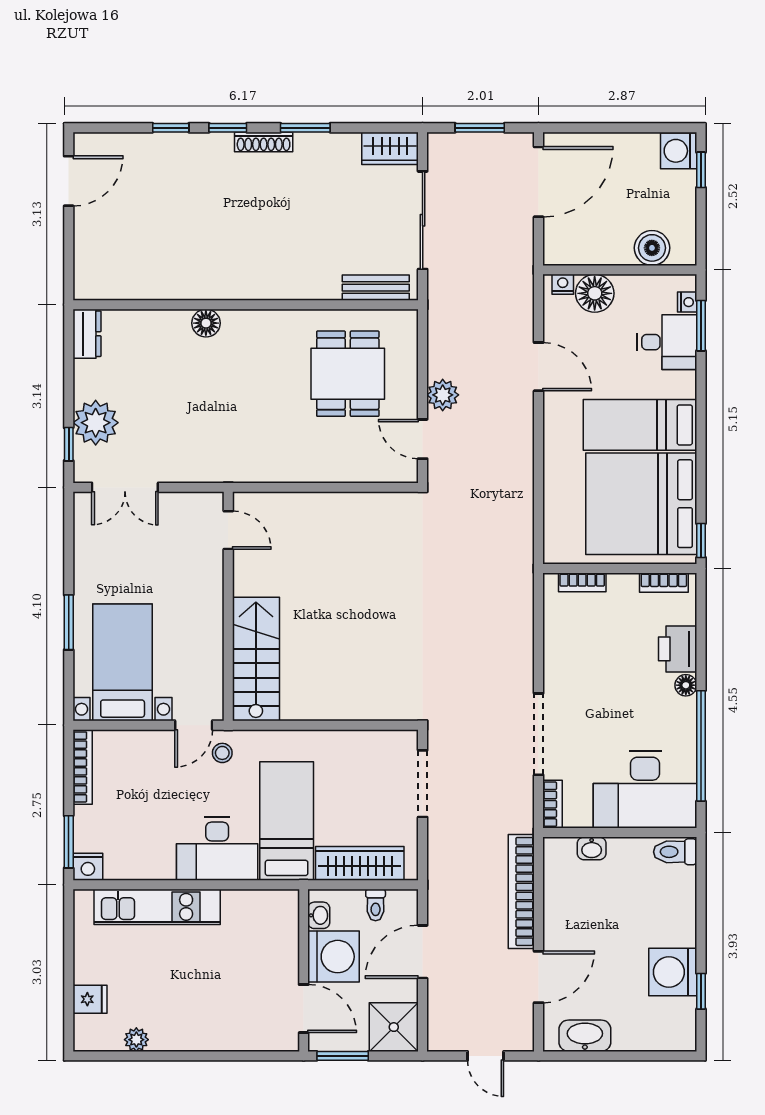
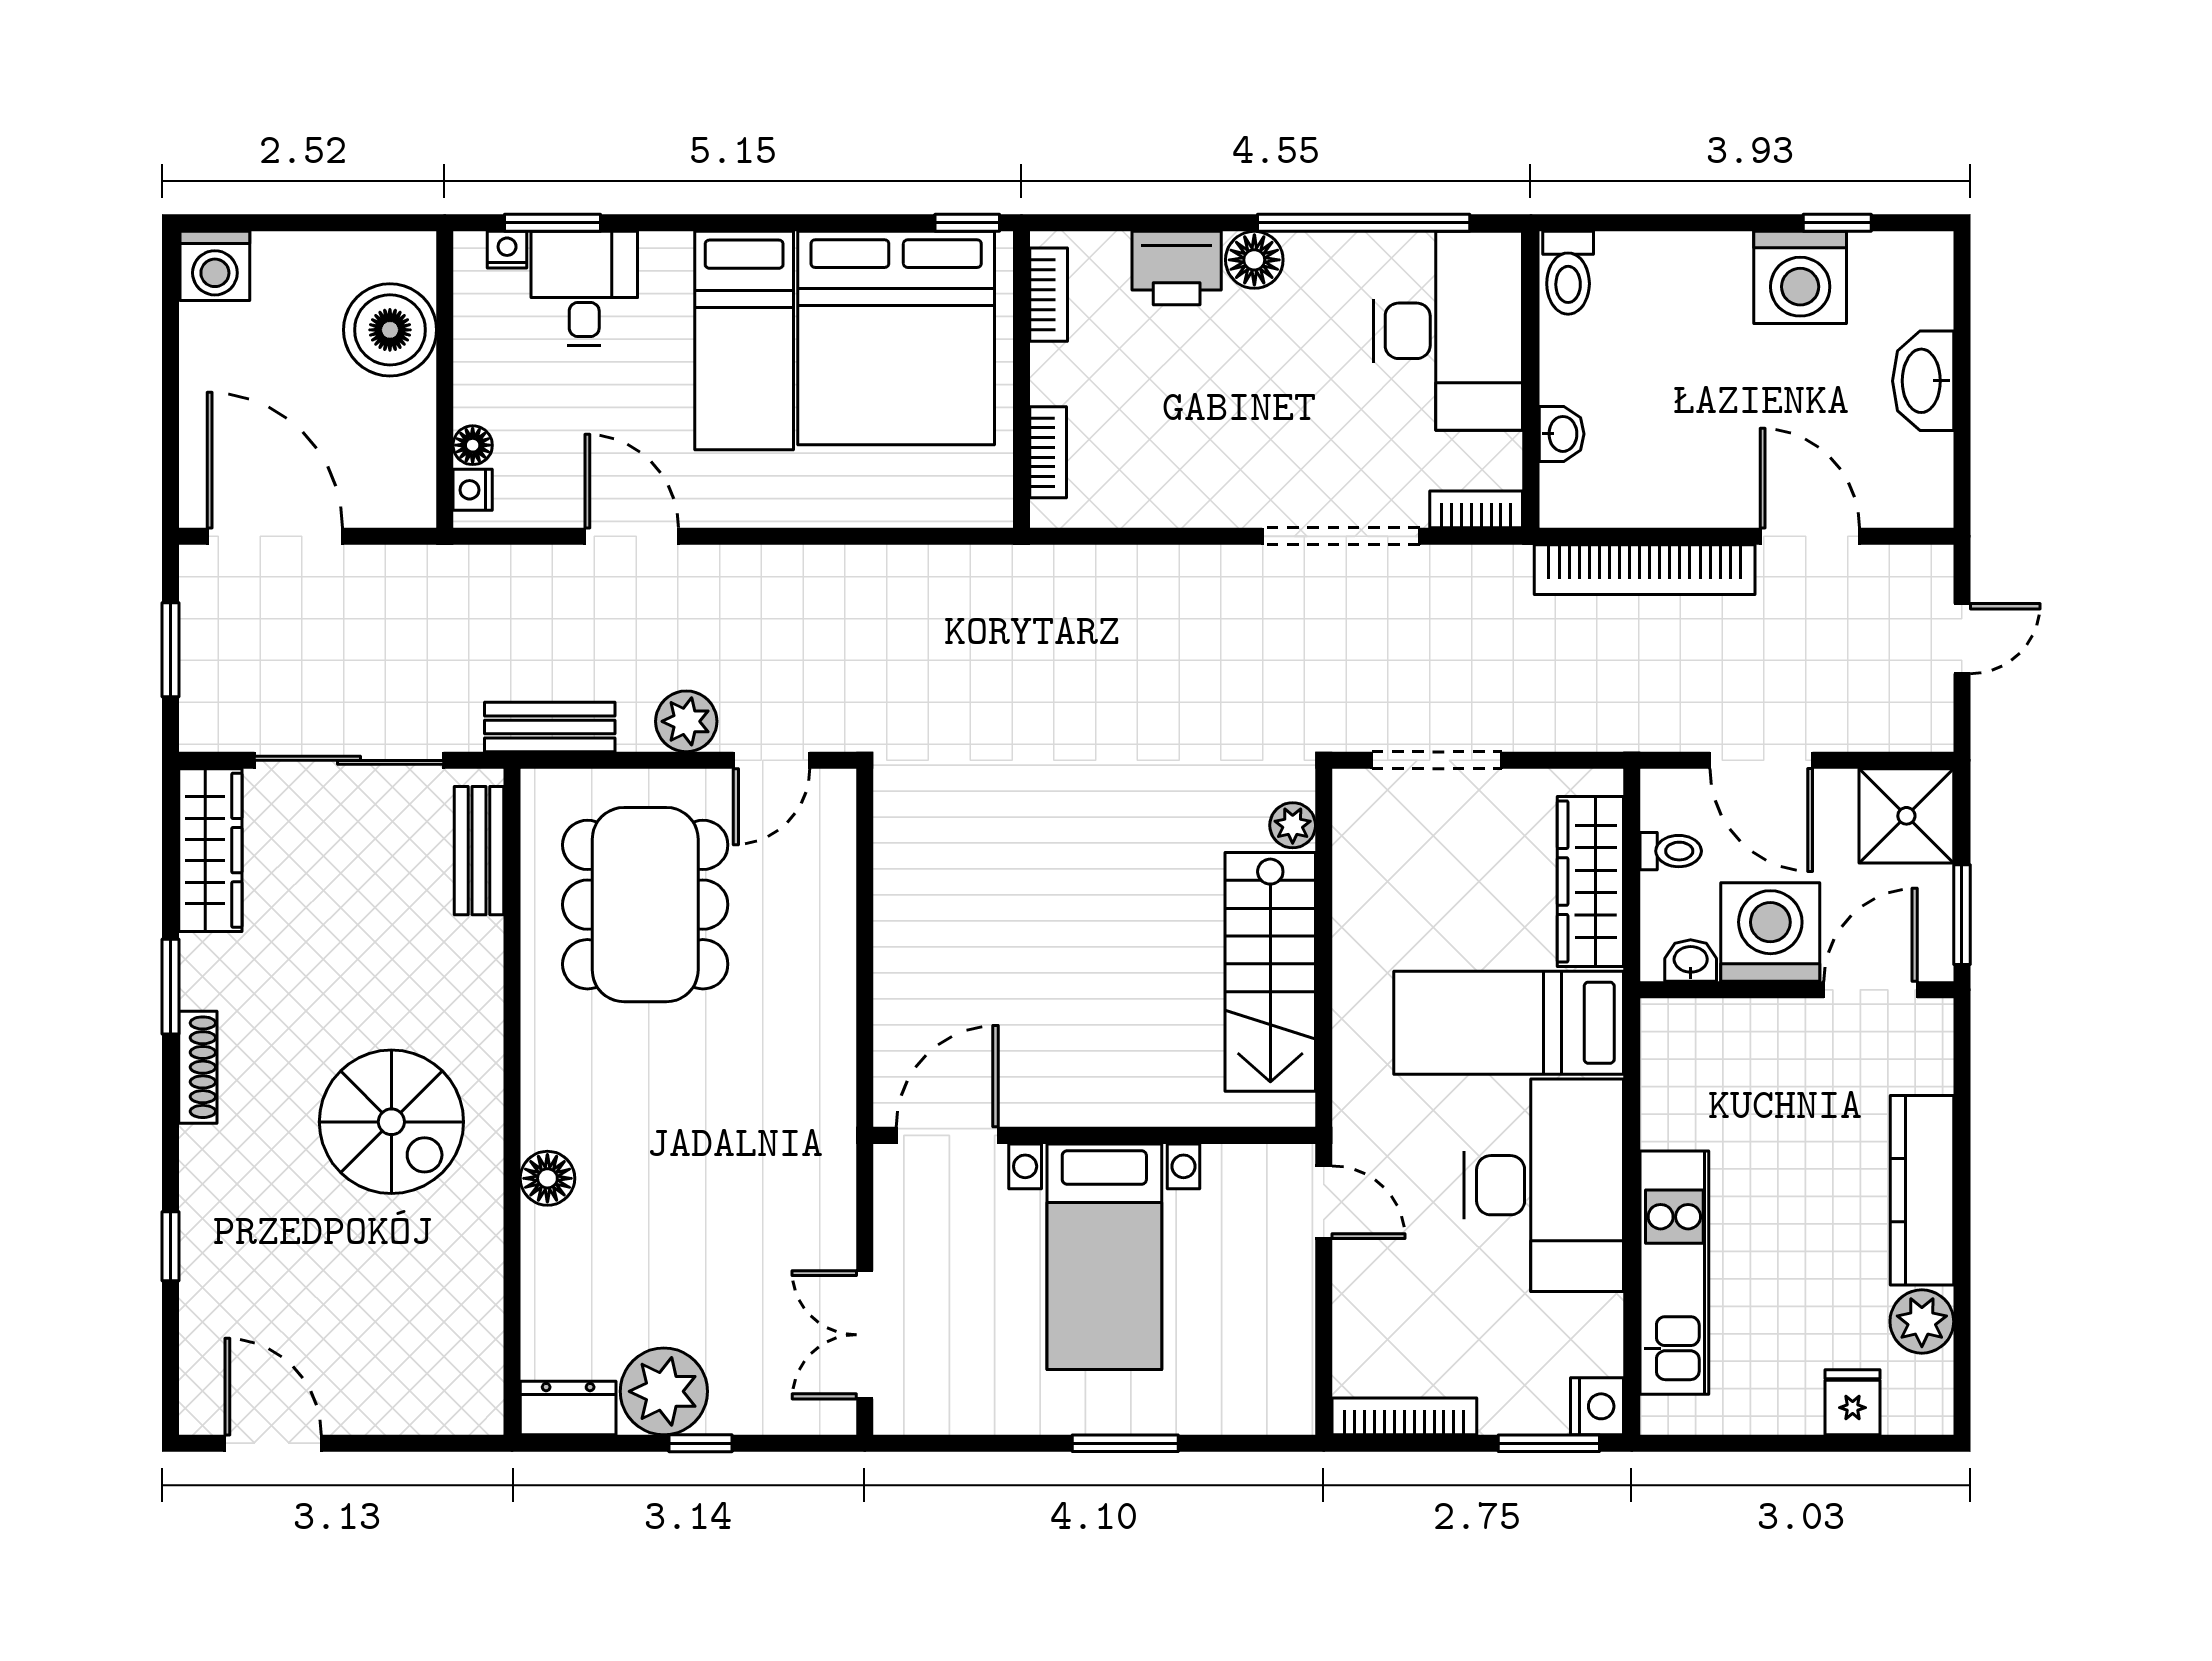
window: (228, 128) -> (170, 1136), removed
wardrobe: (390, 148) -> (210, 850), width x1.50
window: (701, 170) -> (252, 223), removed
spiral stairs: (235, 242) -> (391, 1122), added
boiler: (652, 248) -> (390, 330), width x1.37, depth x1.37
floor lamp: (595, 293) -> (473, 445), width x0.53, depth x0.53
bench: (440, 324) -> (550, 727), added
door: (539, 367) -> (632, 536), hinge flipped
dining table: (348, 374) -> (645, 905), width x1.38
plant: (96, 423) -> (664, 1391), moved
window: (69, 444) -> (701, 1443), moved
double door: (125, 487) -> (865, 1335), swing flipped
door: (228, 530) -> (947, 1135), width x1.38
stairs: (256, 659) -> (1270, 972), moved, turned -90
bed with nightstands: (123, 662) -> (1104, 1257), moved, turned -90
floor lamp: (686, 685) -> (1254, 260), width x1.37, depth x1.37
plant: (389, 709) -> (1293, 825), added
stool: (222, 753) -> (1377, 1147), removed
desk: (217, 849) -> (1544, 1185), width x1.36, depth x1.30
kitchen counter: (200, 1035) -> (1922, 1190), added
washbasin: (585, 1036) -> (1923, 381), moved
plant: (136, 1040) -> (1922, 1321), width x1.38, depth x1.38

